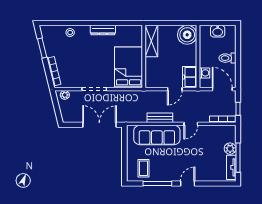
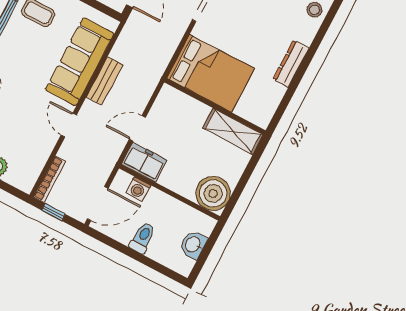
door: (175, 89) -> (137, 128), hinge flipped

